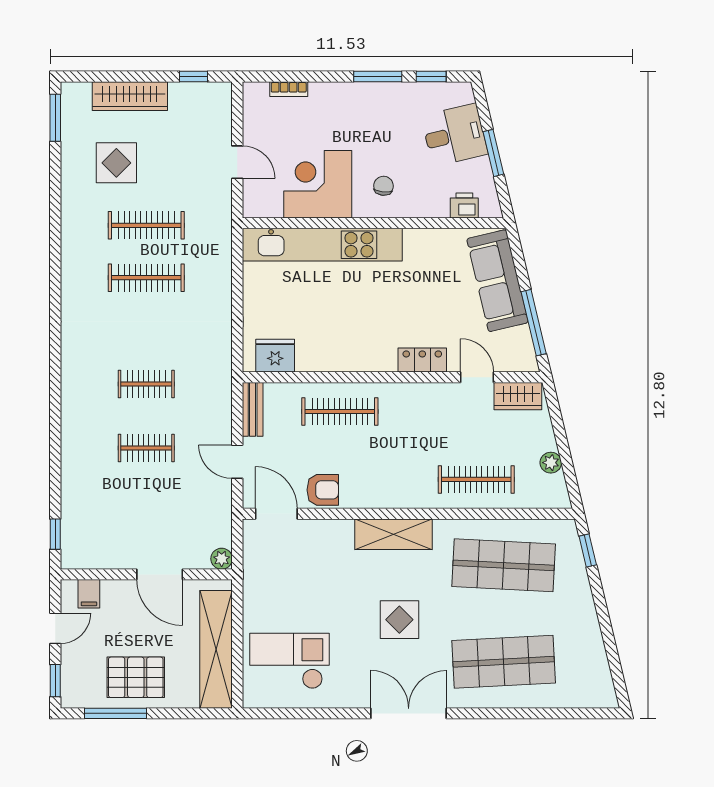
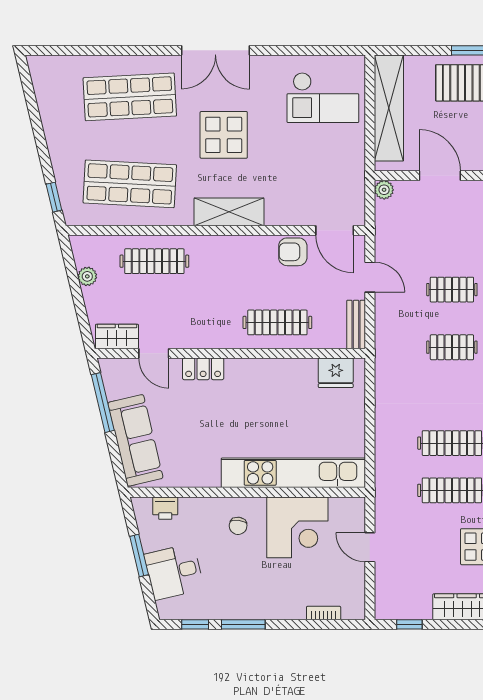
display table: (399, 620) -> (224, 135), width x1.36, depth x1.36

